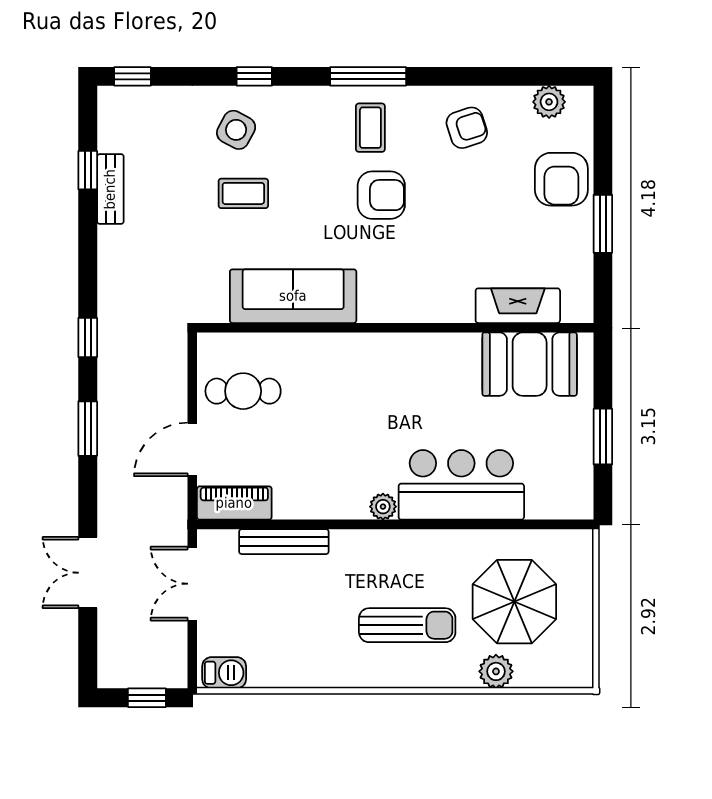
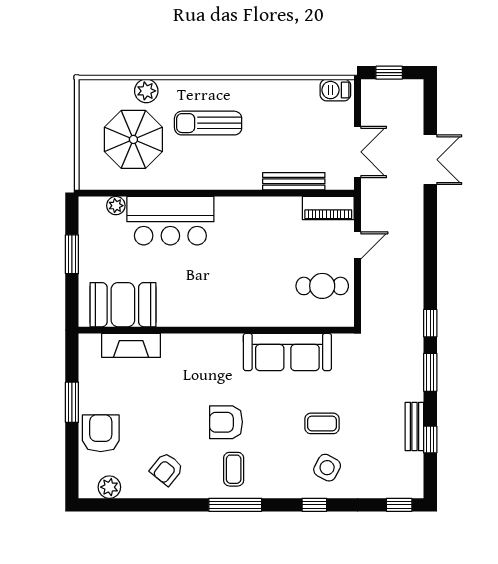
armchair: (467, 128) -> (167, 469), turned -33
window: (88, 429) -> (430, 372), moved
door: (192, 449) -> (357, 245), width x0.73
plant: (383, 507) -> (116, 206), moved

